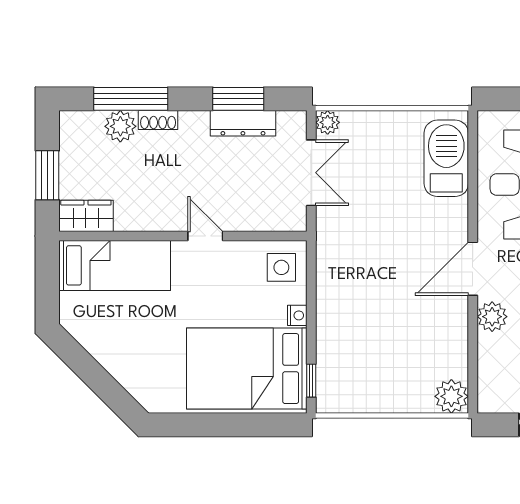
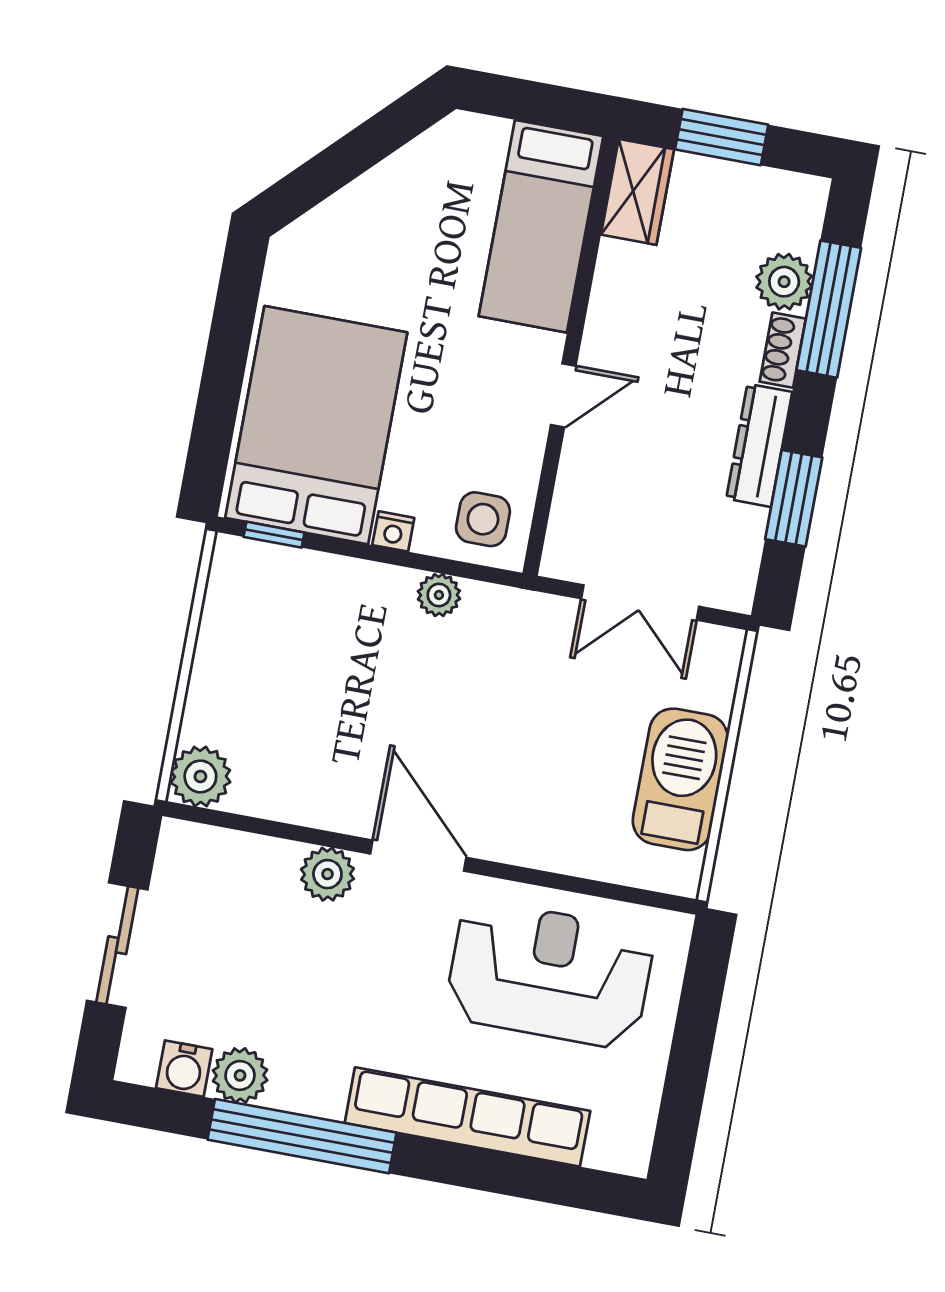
plant: (328, 122) -> (439, 595), moved
dresser: (243, 123) -> (759, 445), moved
barbecue: (446, 158) -> (680, 779), moved, turned -90

